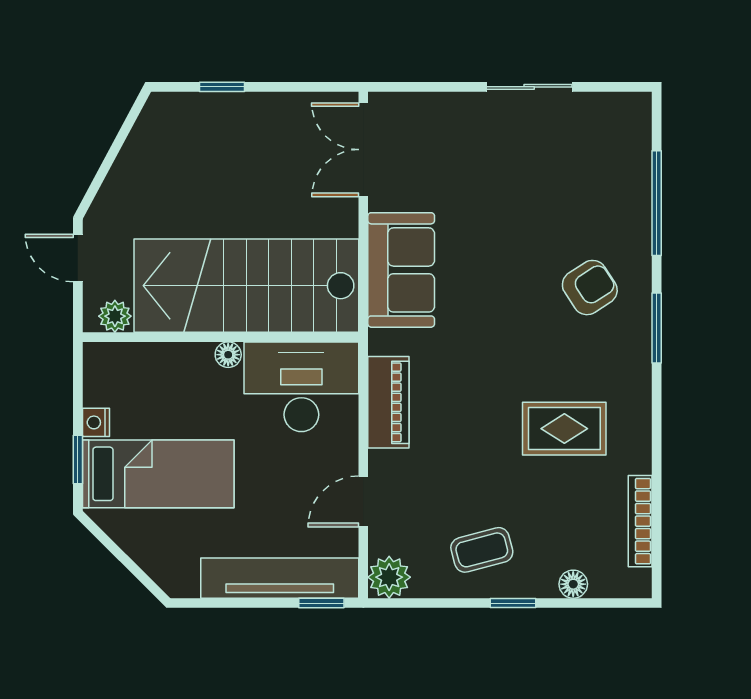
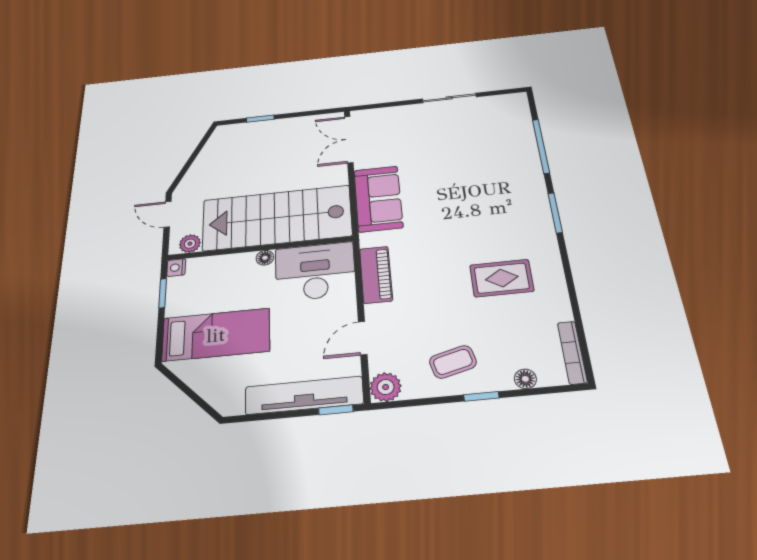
armchair: (590, 288) -> (505, 195), removed
nightstand: (96, 422) -> (176, 268), moved
window: (78, 460) -> (163, 293), moved
bookcase: (640, 521) -> (572, 352), moved

